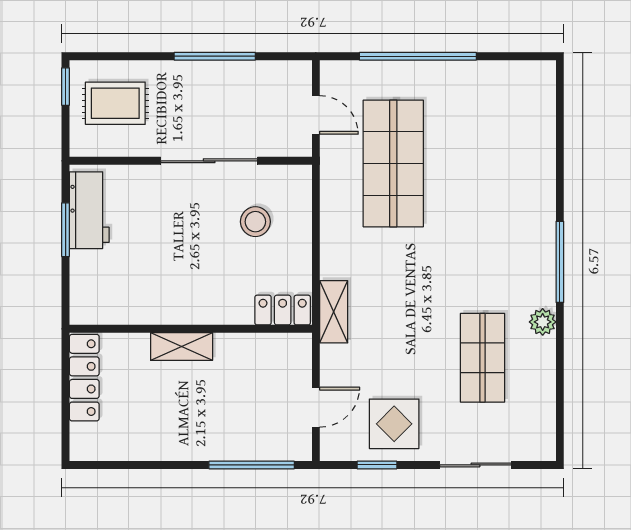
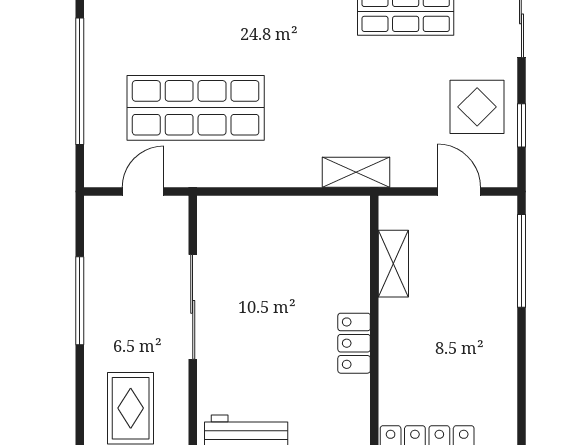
stool: (255, 222) -> (259, 257), removed
locker: (283, 310) -> (354, 343), moved
shelving: (182, 346) -> (393, 264), moved

